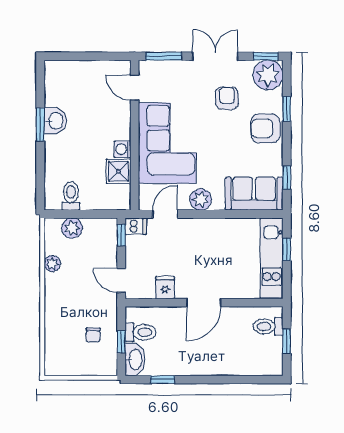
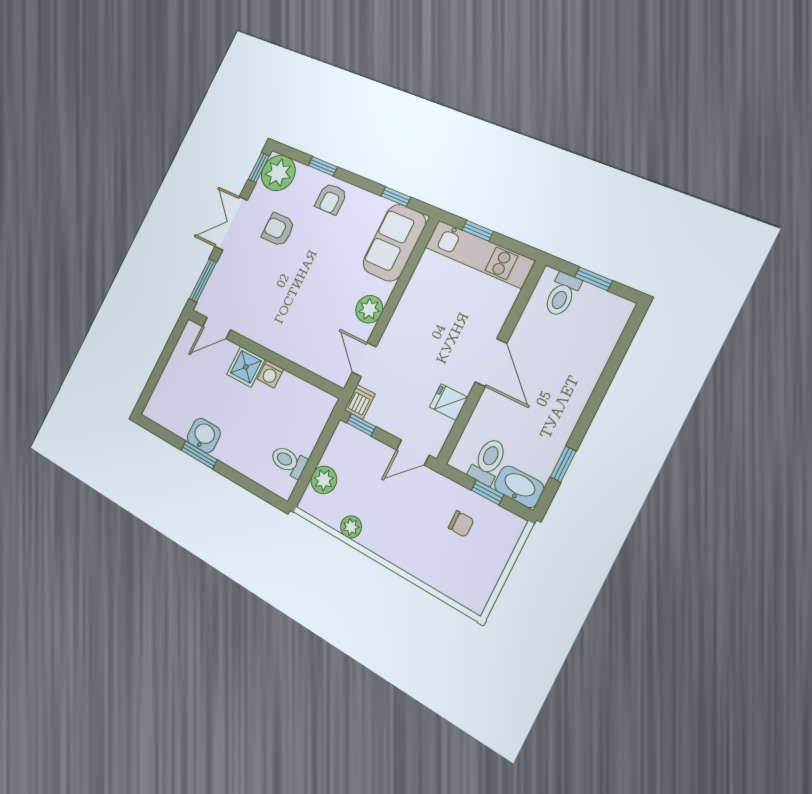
armchair: (266, 128) -> (331, 199), width x0.72, depth x0.72
corner sofa: (167, 143) -> (290, 319), removed
shower: (118, 171) -> (246, 367), moved

